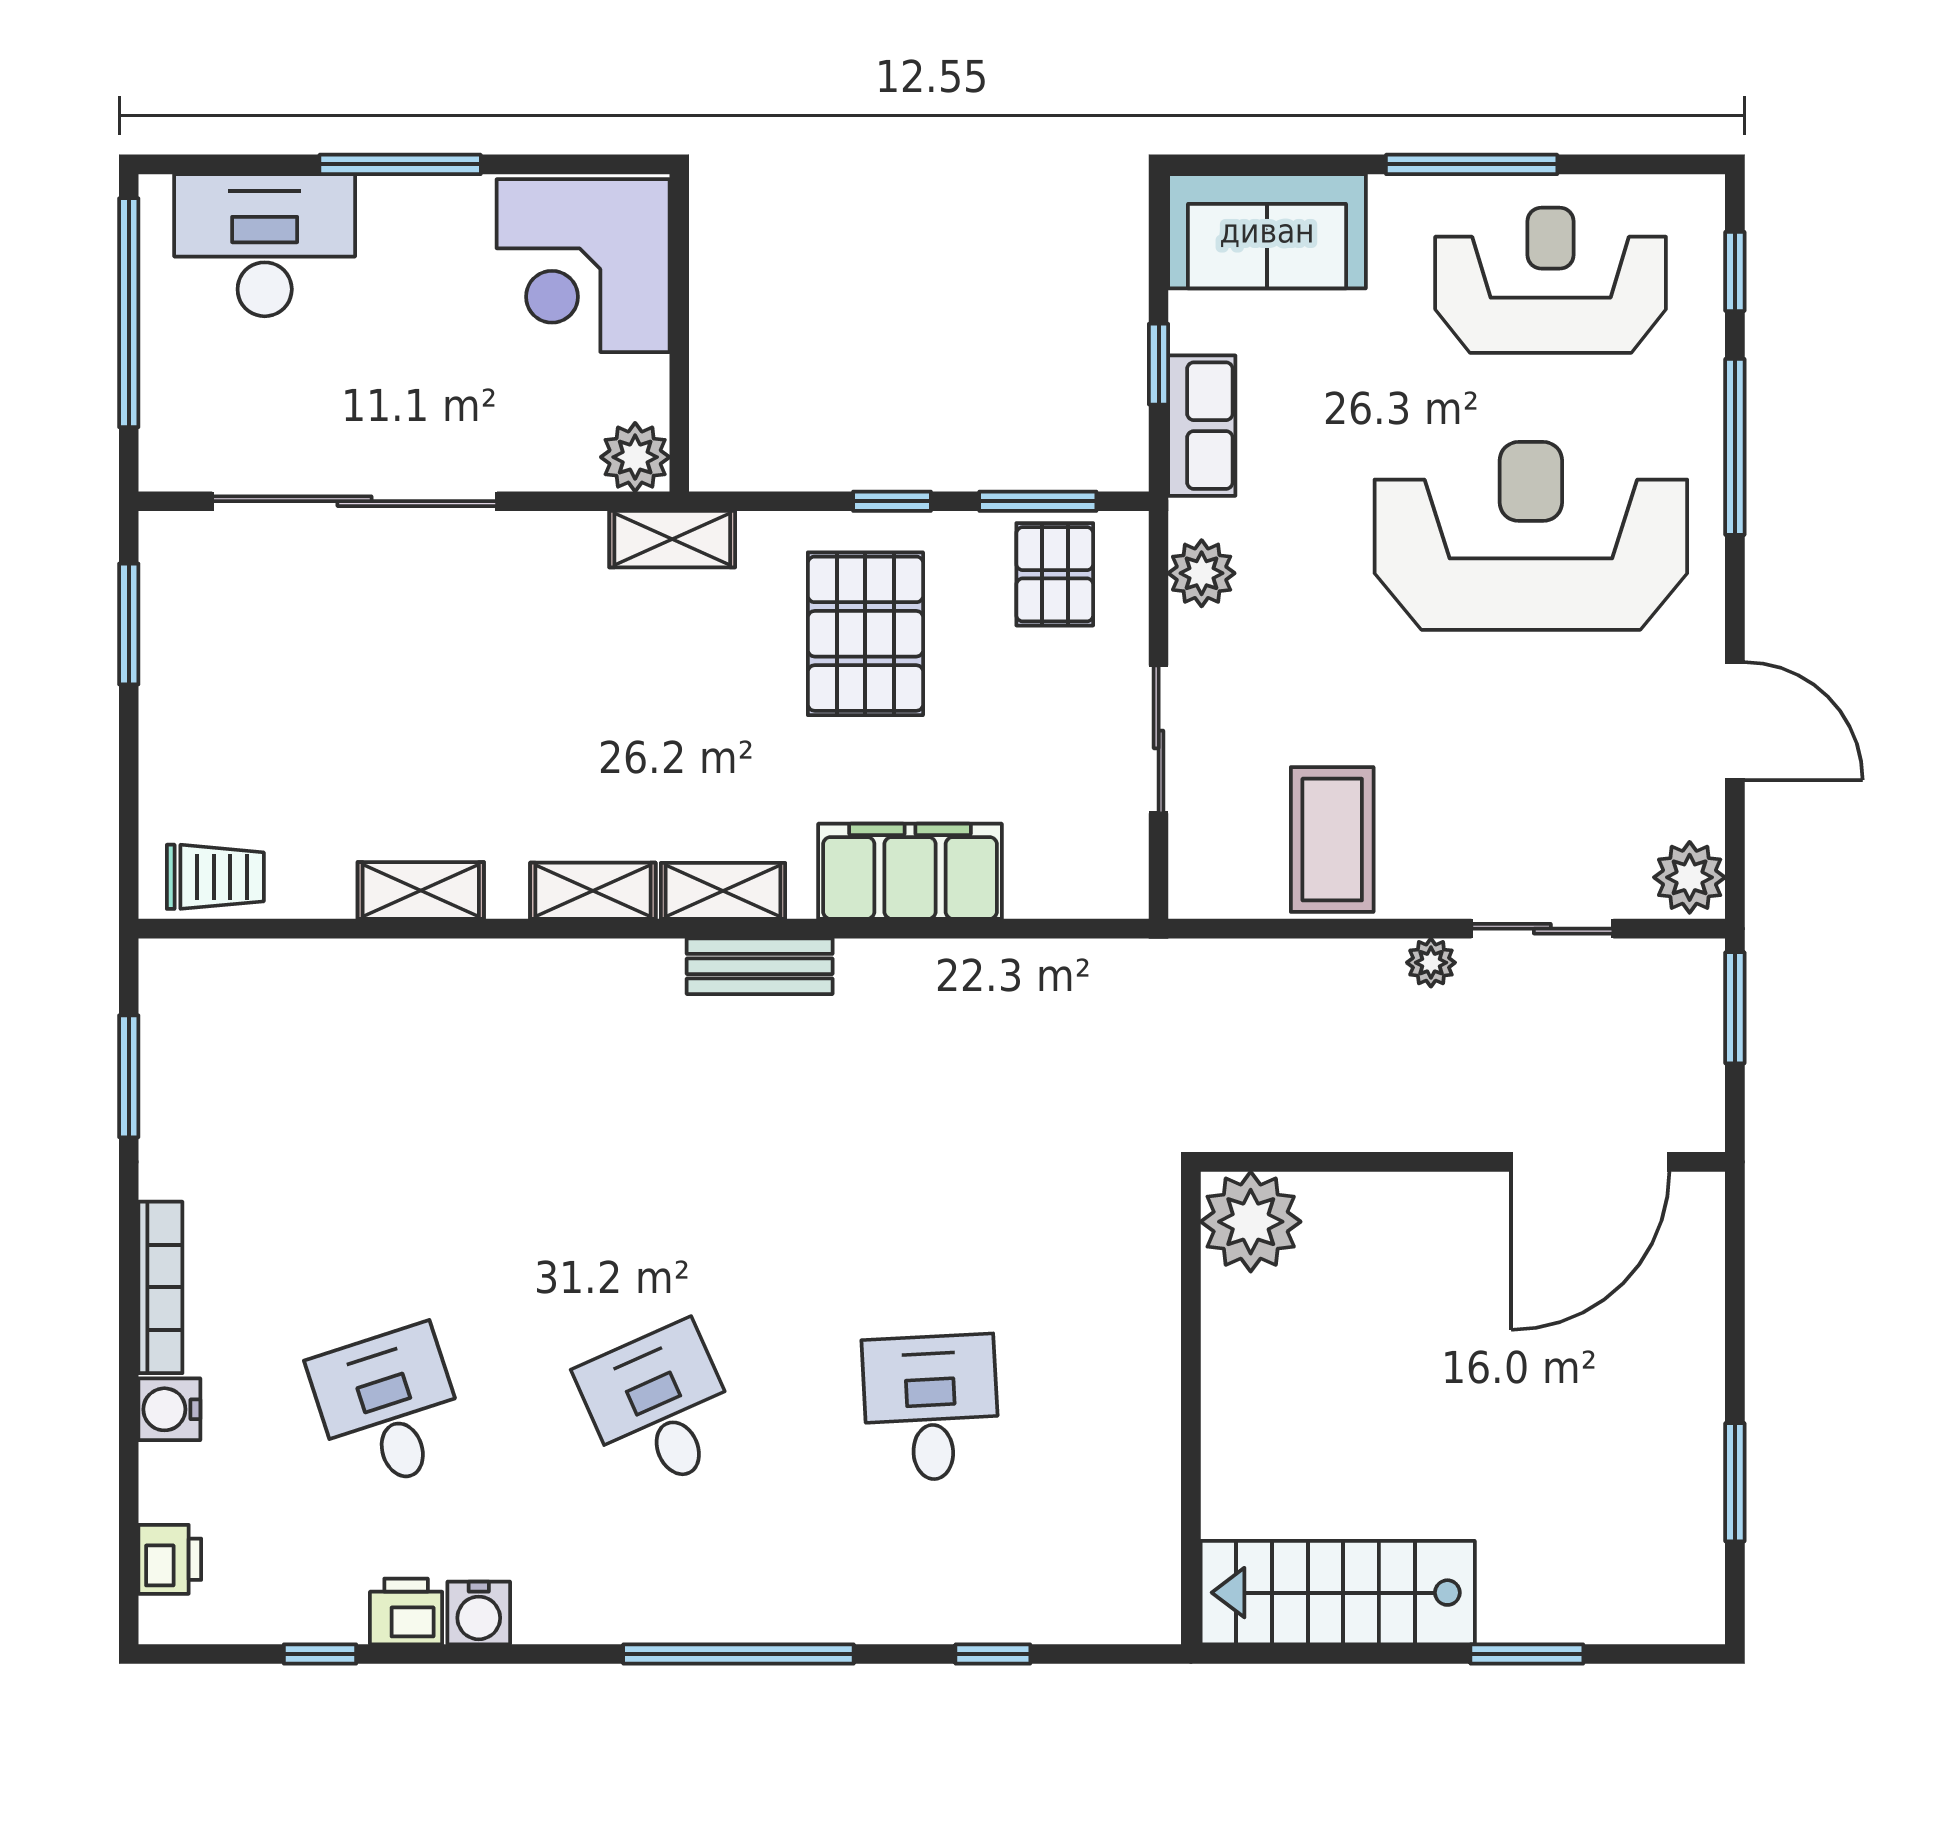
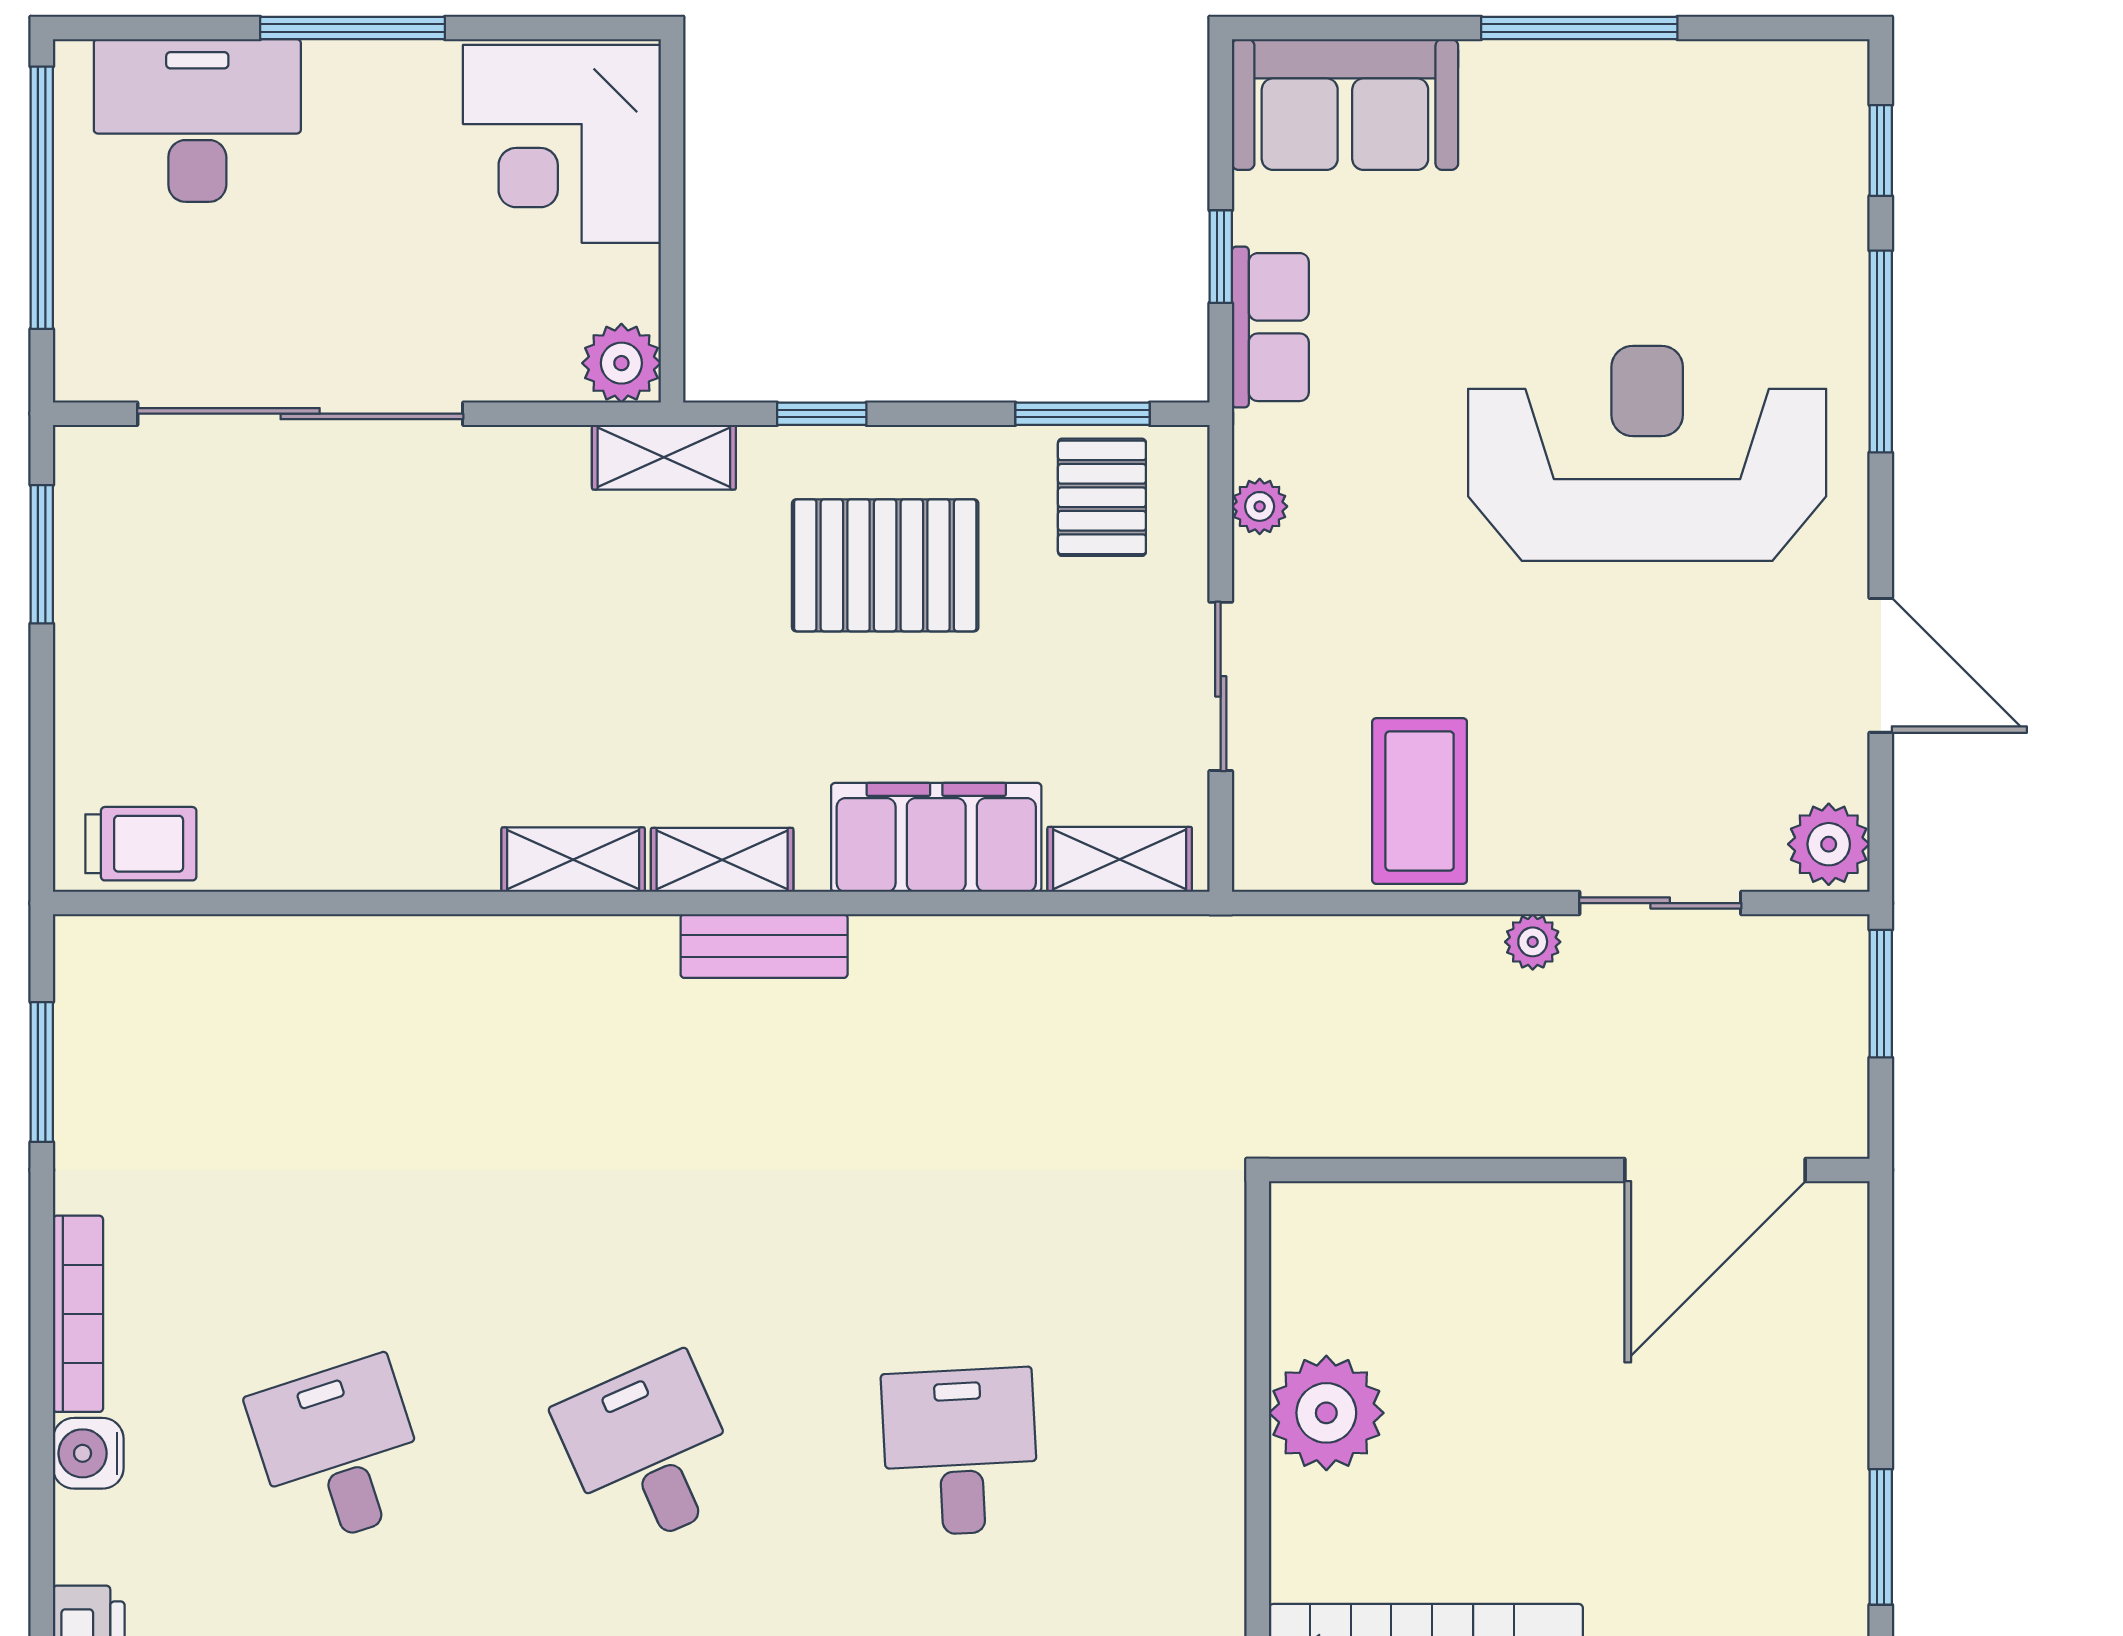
reception desk: (1551, 280) -> (1670, 161), removed
window: (892, 501) -> (822, 414), moved
plant: (1202, 573) -> (1260, 506), width x0.73, depth x0.73
pallet: (865, 634) -> (885, 565), turned 90
shelving: (421, 891) -> (1120, 859), moved
plant: (1251, 1222) -> (1326, 1413), moved

